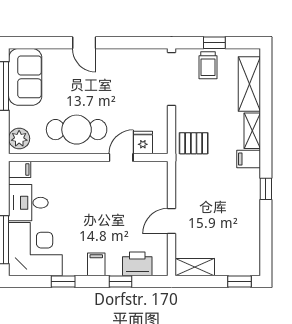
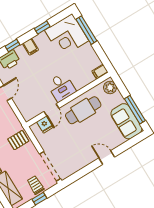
desk: (28, 203) -> (61, 87), moved, turned 90

